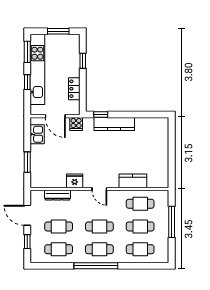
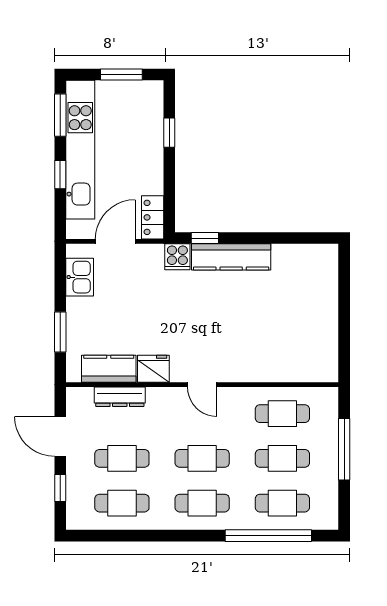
locker: (74, 89) -> (153, 217), moved
door: (55, 116) -> (115, 241), swing flipped
cooker: (76, 124) -> (177, 257), moved
kitchen counter: (133, 181) -> (109, 369), moved
window: (96, 266) -> (268, 536), moved

